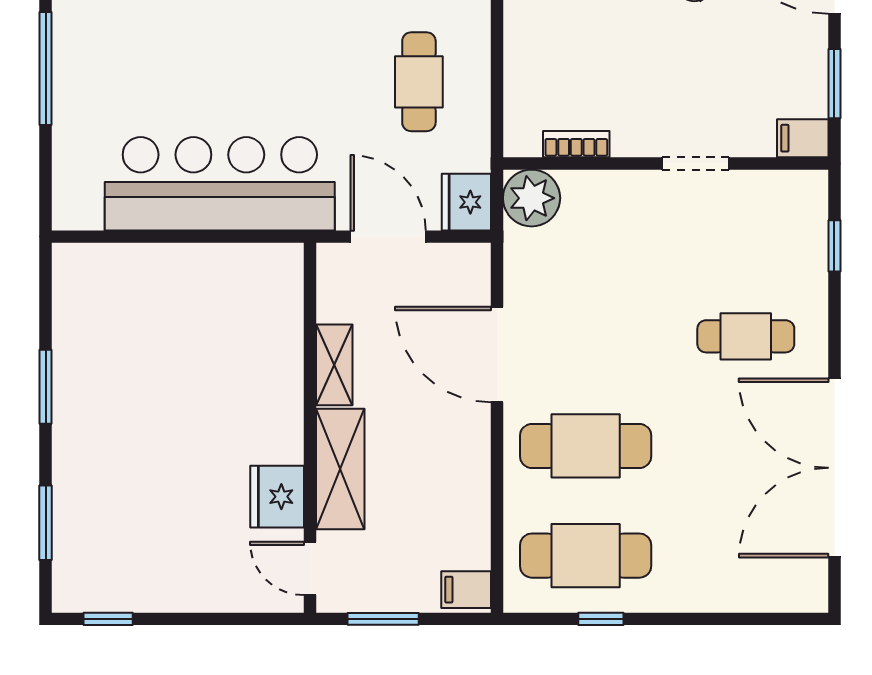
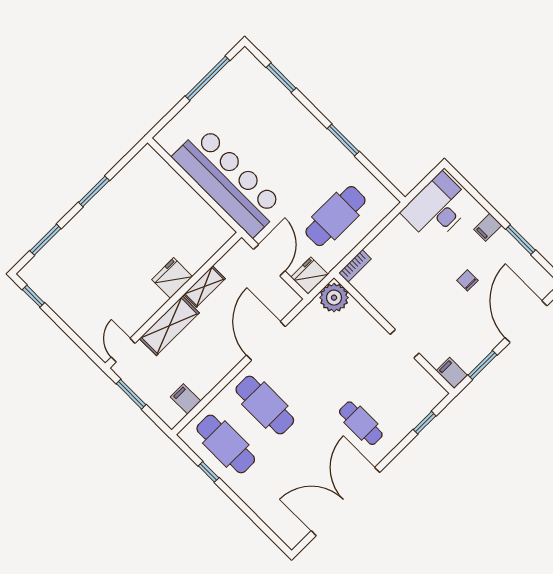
cafe table: (419, 82) -> (335, 216), width x1.37, depth x1.35
bookcase: (576, 144) -> (355, 266), moved, turned 90
fridge: (277, 497) -> (172, 278), moved
filing cabinet: (466, 590) -> (186, 399), moved

